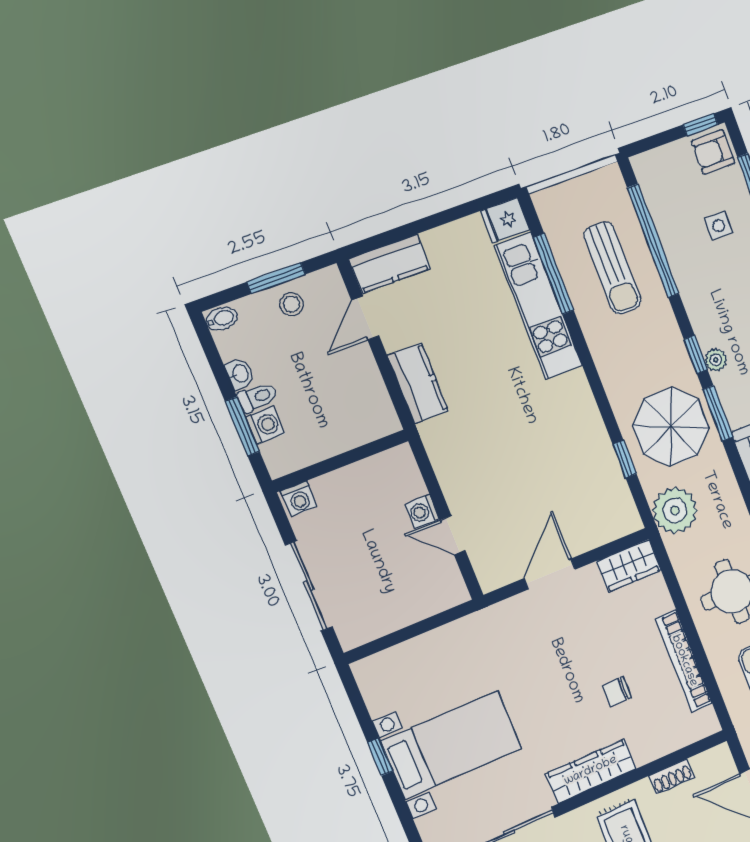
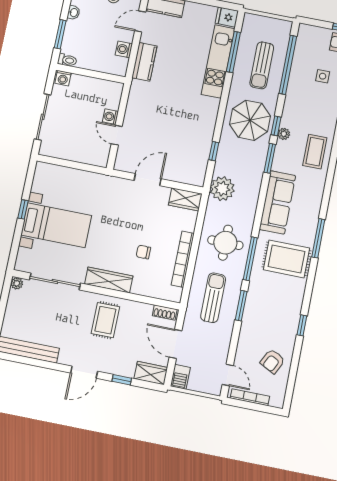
toilet: (257, 397) -> (67, 60), moved
washing machine: (265, 425) -> (124, 49), moved, turned 180
parasol: (671, 427) -> (250, 120), moved
shoe rack: (672, 777) -> (165, 313), moved

